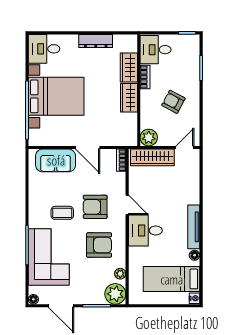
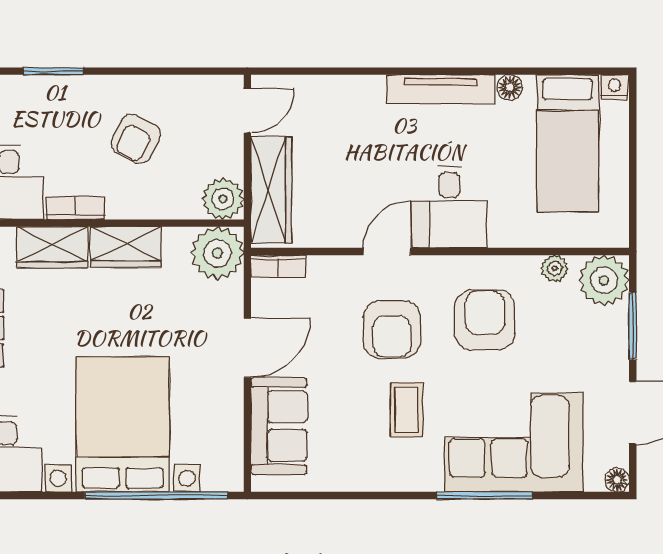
plant: (126, 135) -> (217, 253), added
door: (185, 148) -> (247, 111), swing flipped

